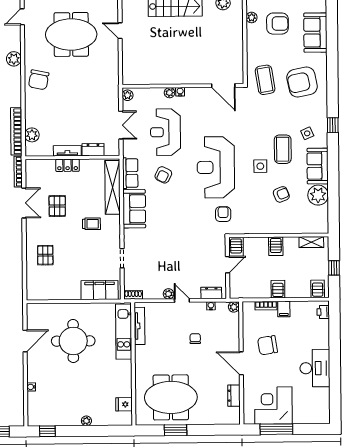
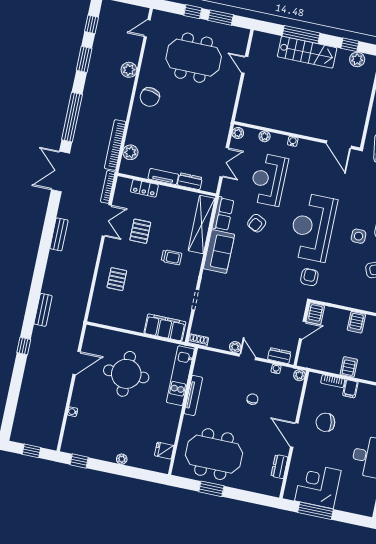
plant: (170, 93) -> (265, 136), moved
locker: (68, 165) -> (144, 188), moved
tv unit: (140, 326) -> (193, 395), moved

